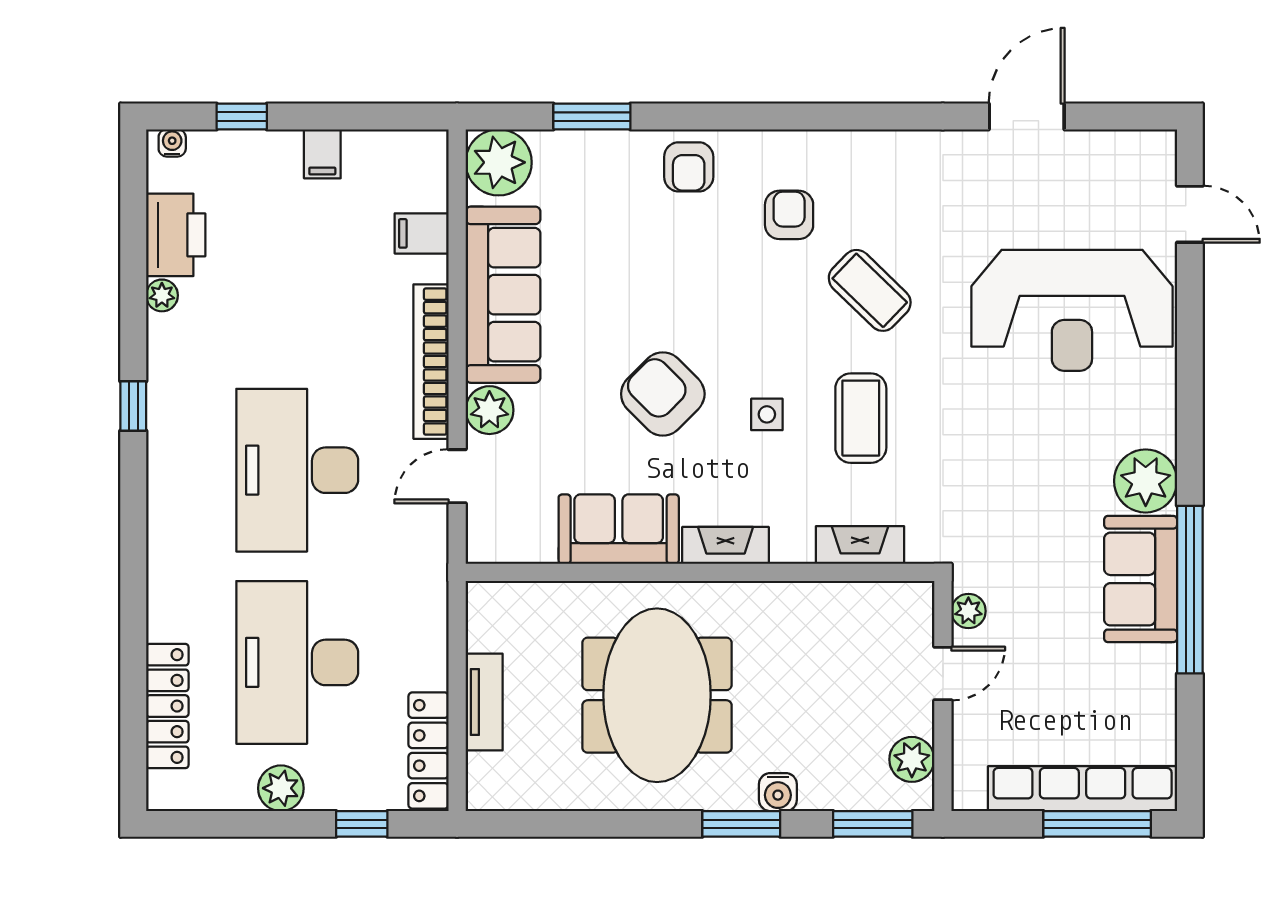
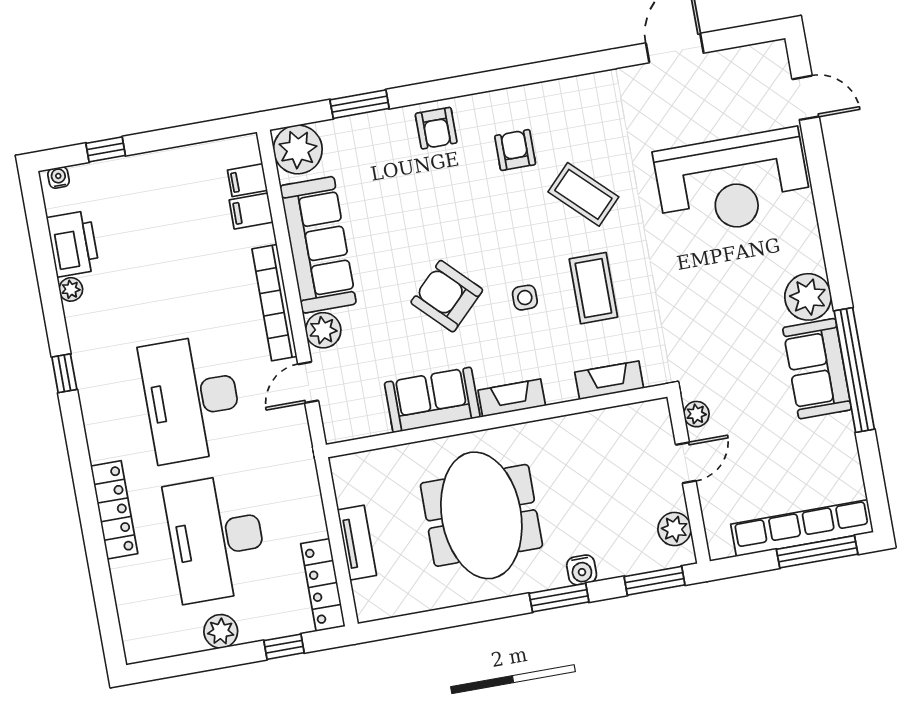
filing cabinet: (322, 154) -> (247, 180), moved, turned 90
locker: (167, 706) -> (114, 510), moved

